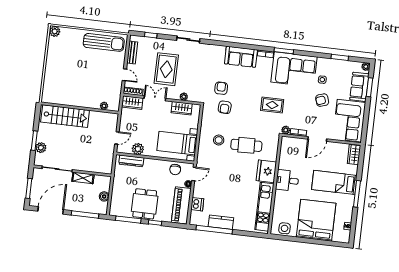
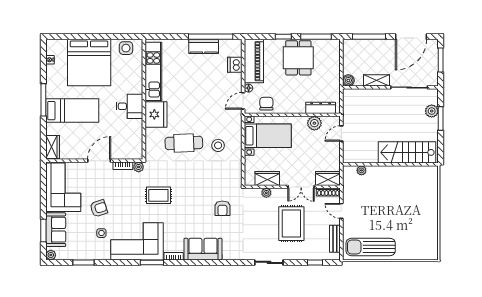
plant: (55, 31) -> (432, 253), removed
armchair: (225, 107) -> (215, 186), removed
boiler: (104, 196) -> (348, 80), moved

